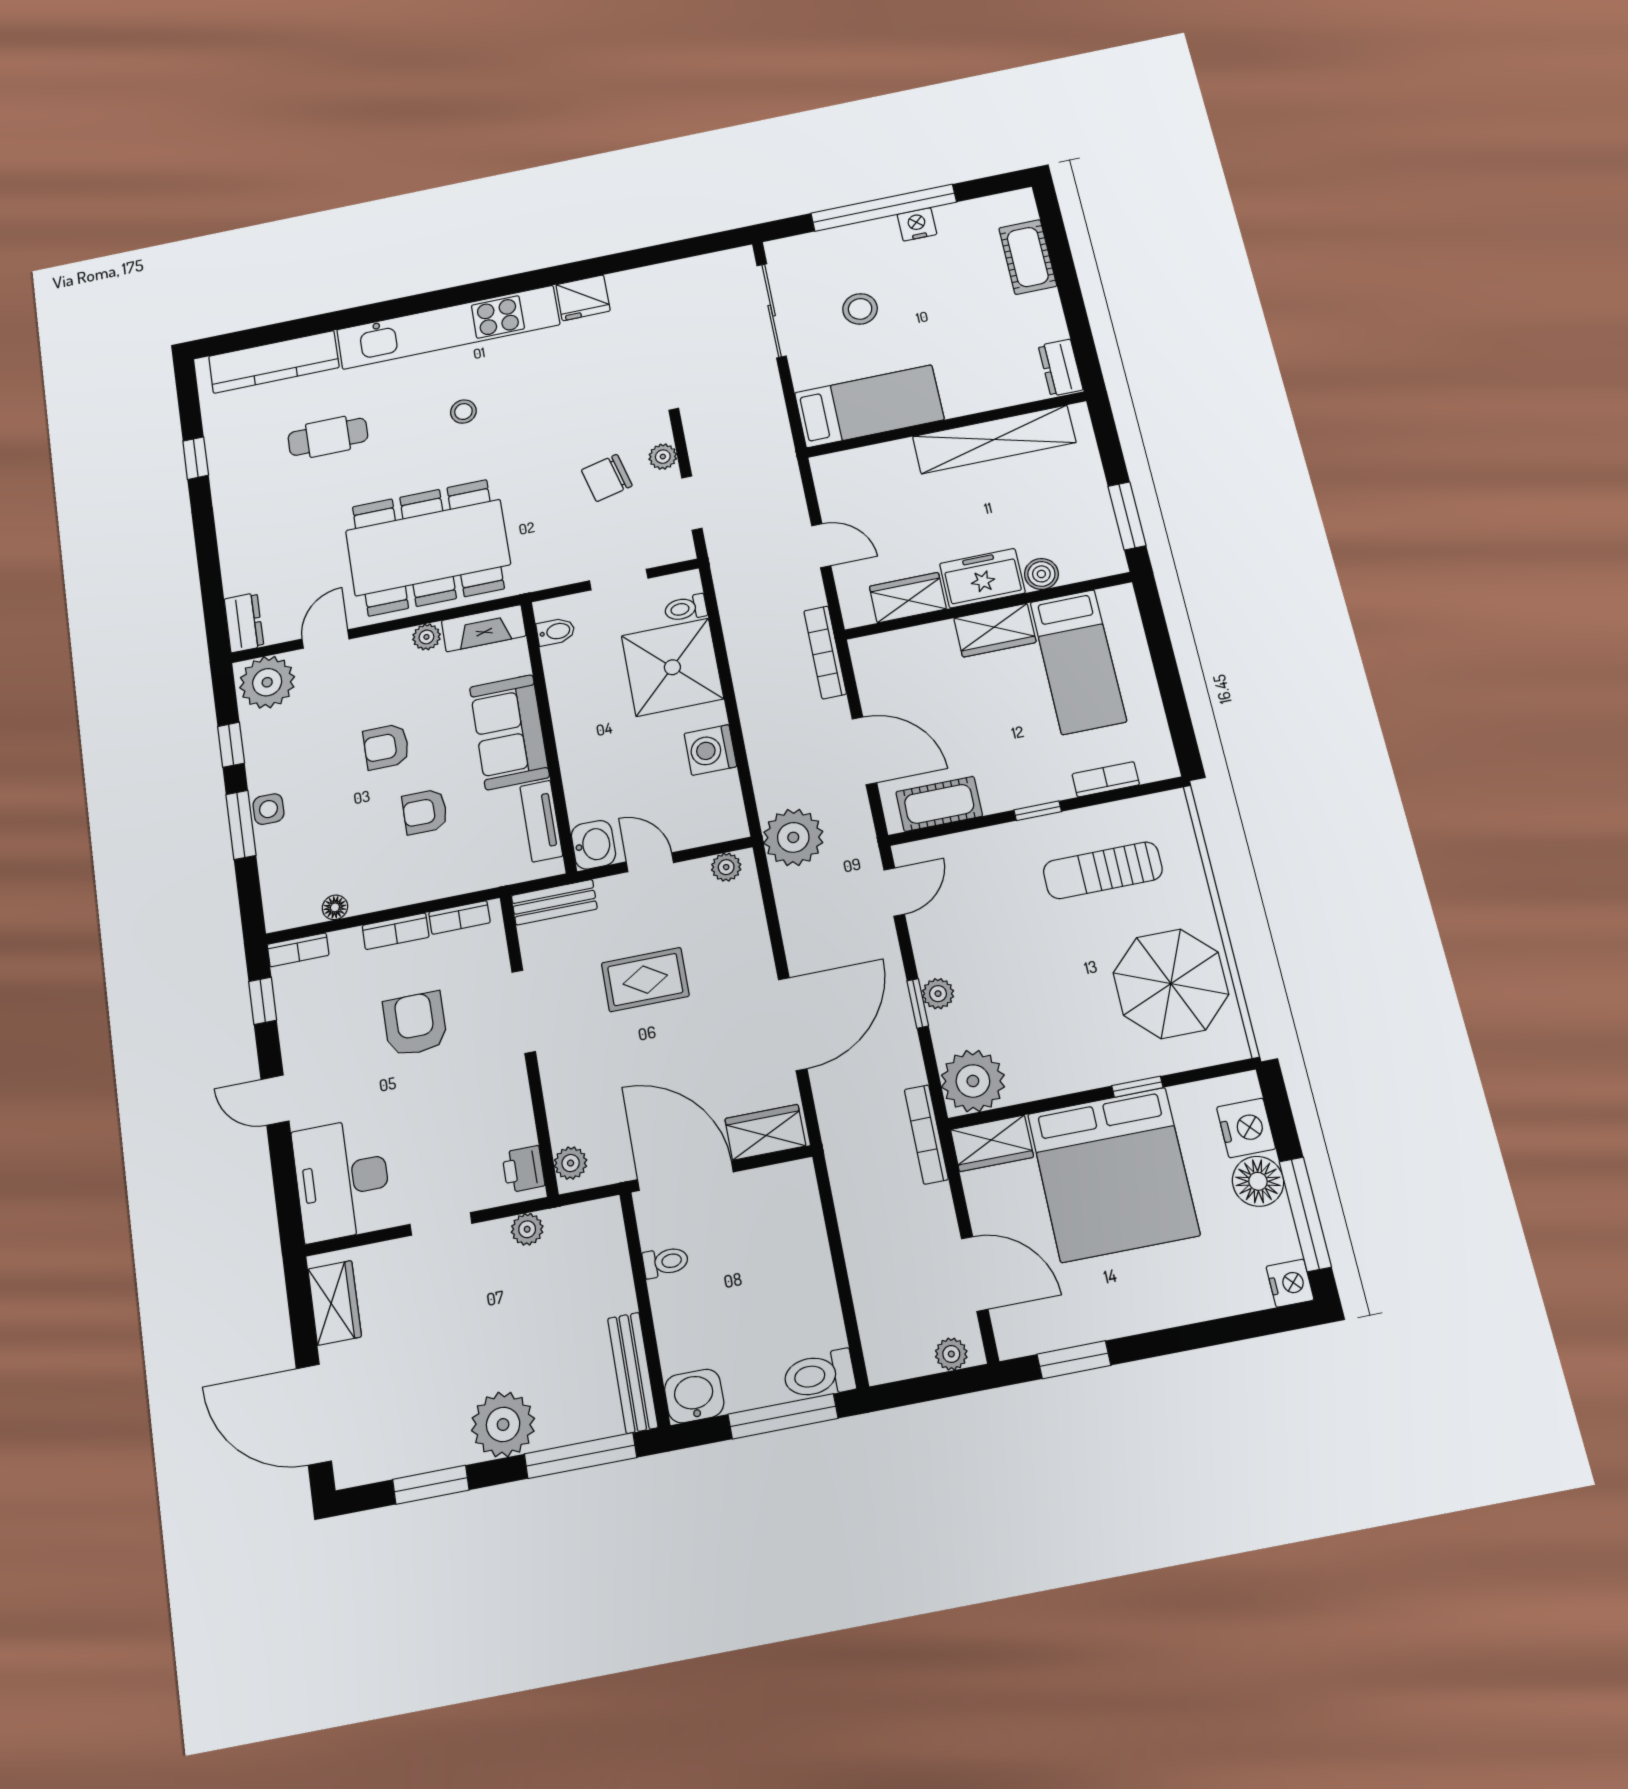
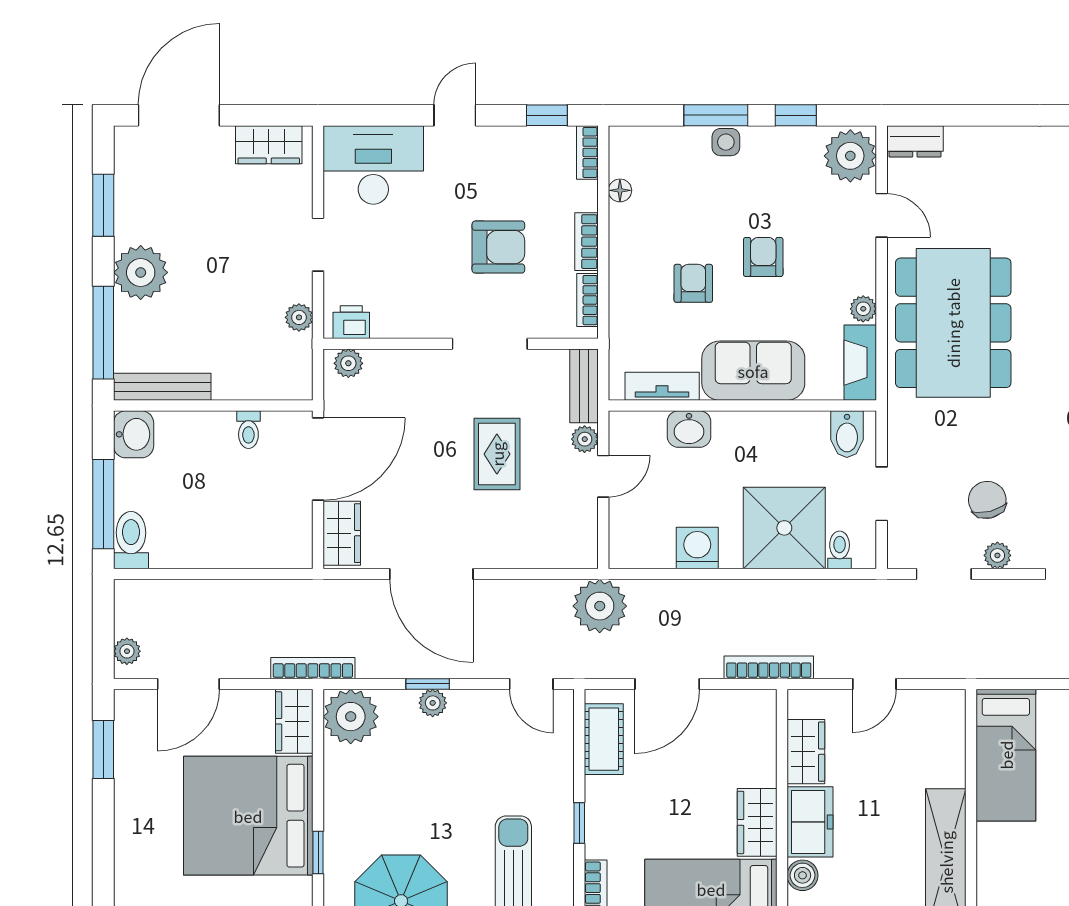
bidet: (556, 632) -> (847, 434), width x1.38, depth x1.36
washbasin: (593, 845) -> (689, 429), moved
plant: (726, 867) -> (585, 439), moved

